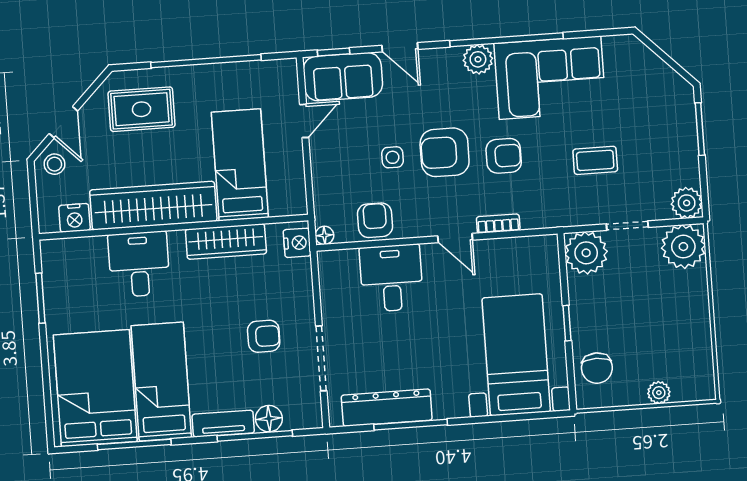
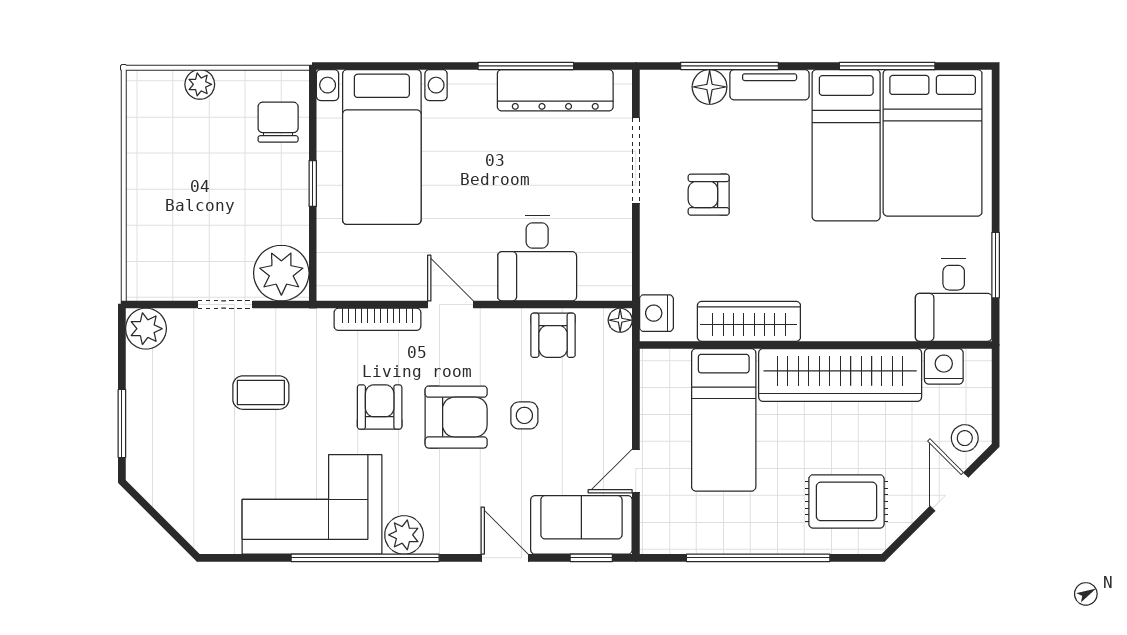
armchair: (504, 156) -> (380, 407), turned 90
bookcase: (498, 224) -> (377, 319), width x1.56
plant: (683, 247) -> (154, 272), removed
desk: (139, 264) -> (954, 300), moved

